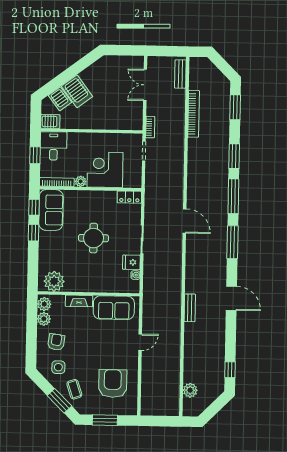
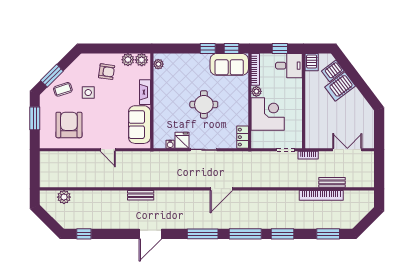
bench: (180, 74) -> (332, 182), moved
plant: (54, 281) -> (158, 64), width x0.53, depth x0.53
side table: (58, 367) -> (88, 93), moved
armchair: (113, 383) -> (69, 125), turned -90

